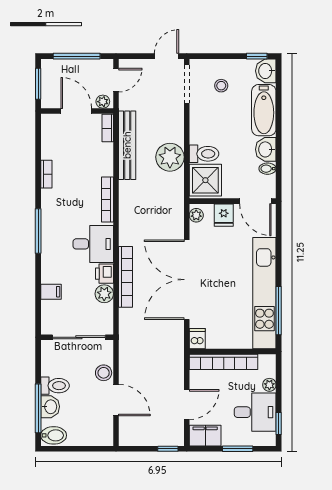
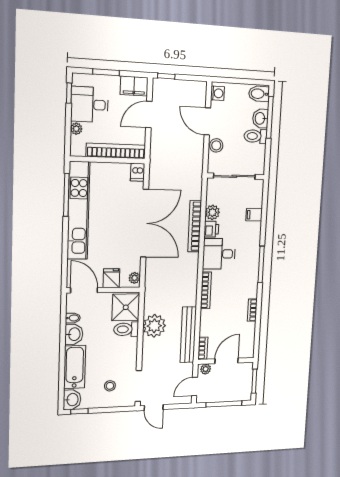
door: (167, 56) -> (154, 408), hinge flipped
door: (76, 111) -> (226, 361), swing flipped
washing machine: (105, 433) -> (218, 93), added

